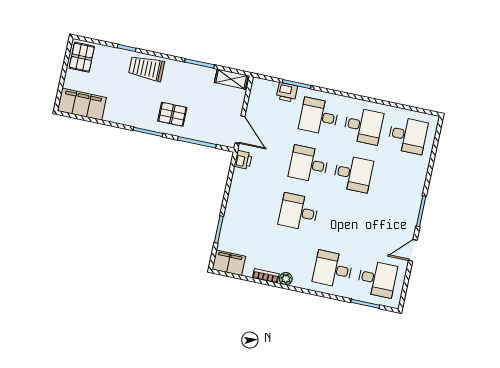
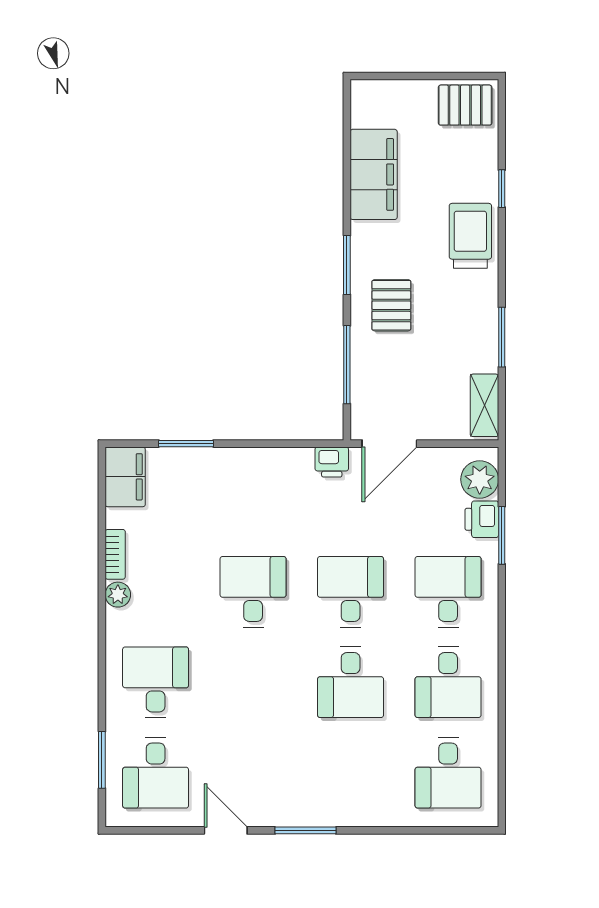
plant: (267, 89) -> (480, 479), added
filing cabinet: (82, 104) -> (374, 174), moved

